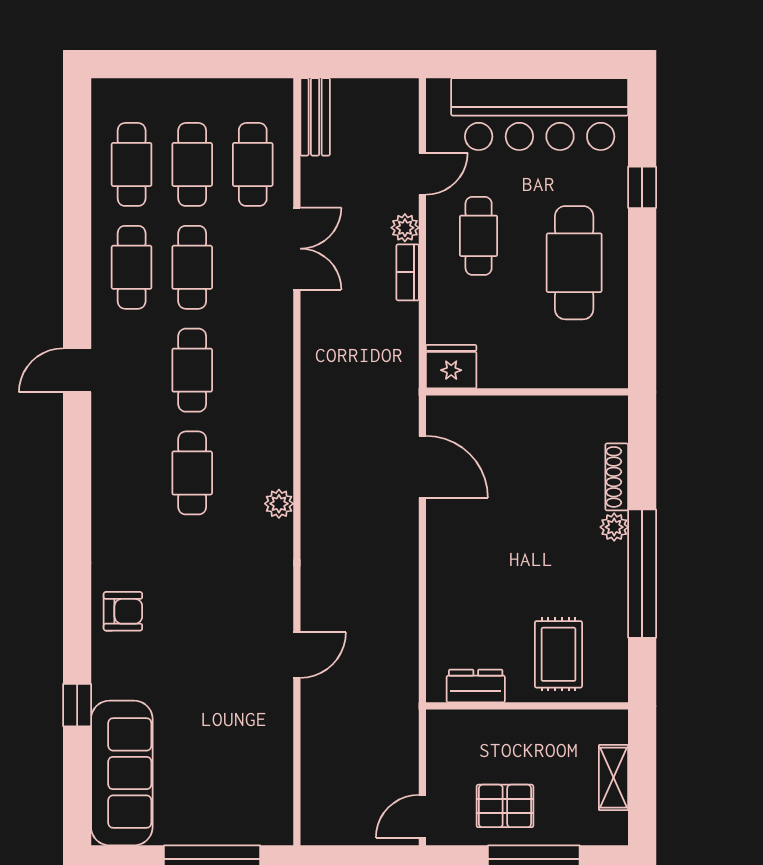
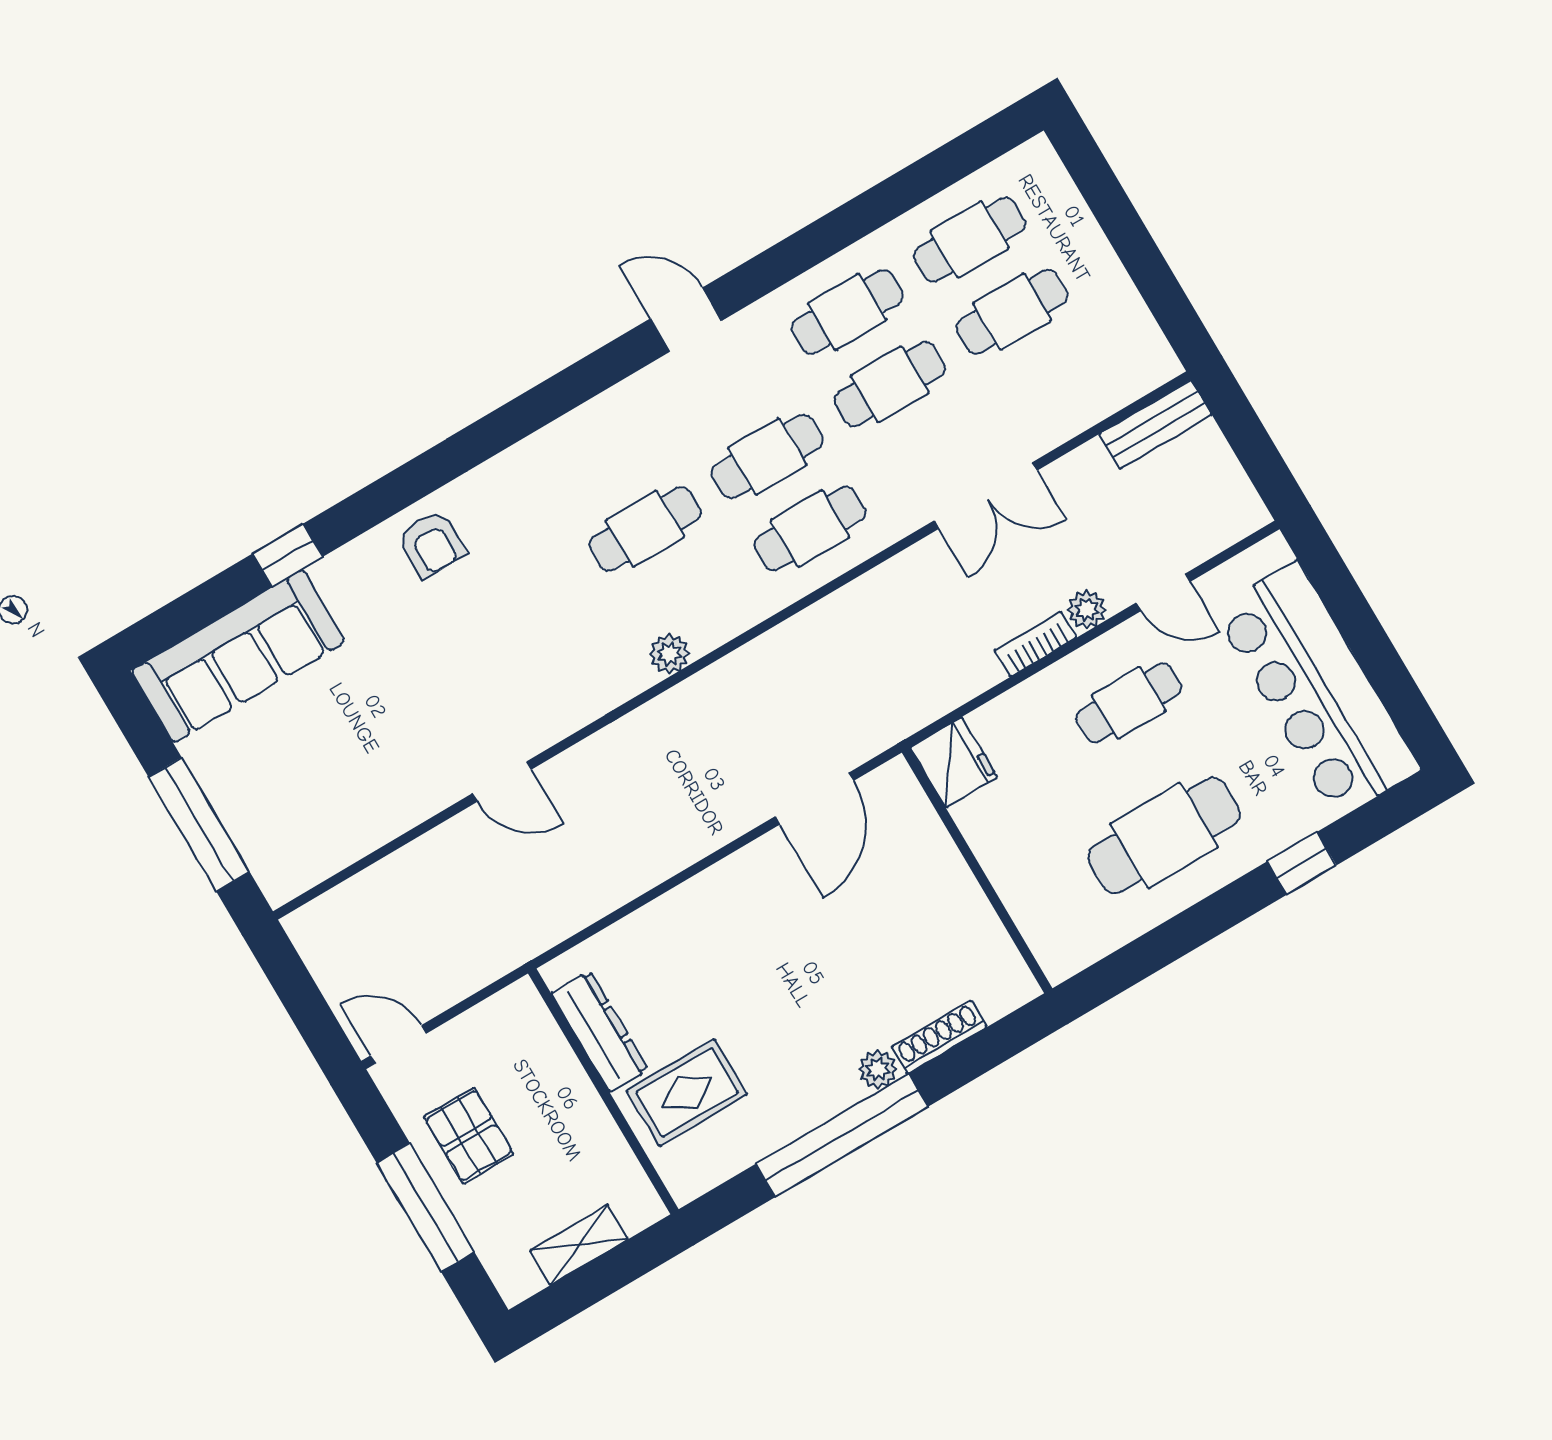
cafe table: (253, 164) -> (810, 529), moved
dresser: (476, 686) -> (600, 1032), width x1.44

